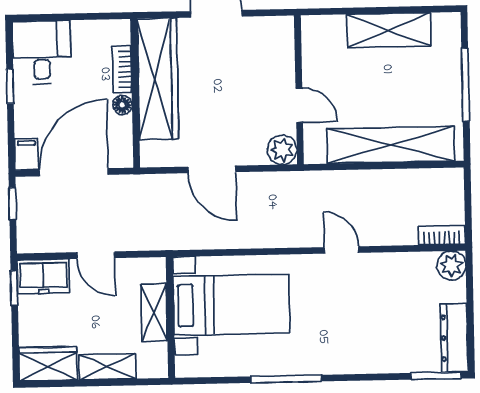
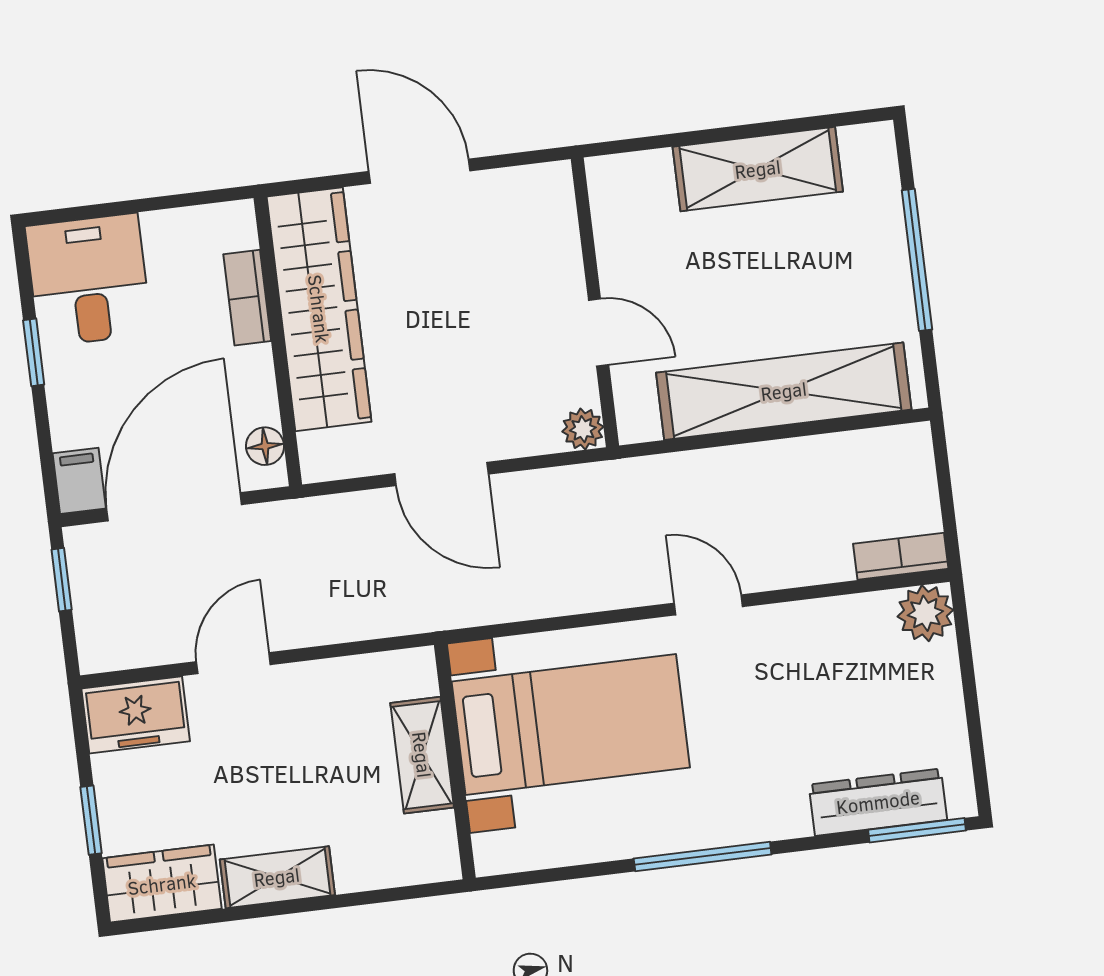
floor lamp: (122, 105) -> (265, 446), moved
plant: (282, 150) -> (583, 429), width x0.73, depth x0.73
door: (96, 255) -> (233, 663), swing flipped
window: (14, 288) -> (91, 820), moved
bed with nightstands: (231, 305) -> (571, 725), moved
shelving: (154, 313) -> (422, 755), moved
wall: (170, 317) -> (455, 761), moved
dresser: (454, 338) -> (878, 802), moved, turned 90
window: (286, 379) -> (703, 856), moved

